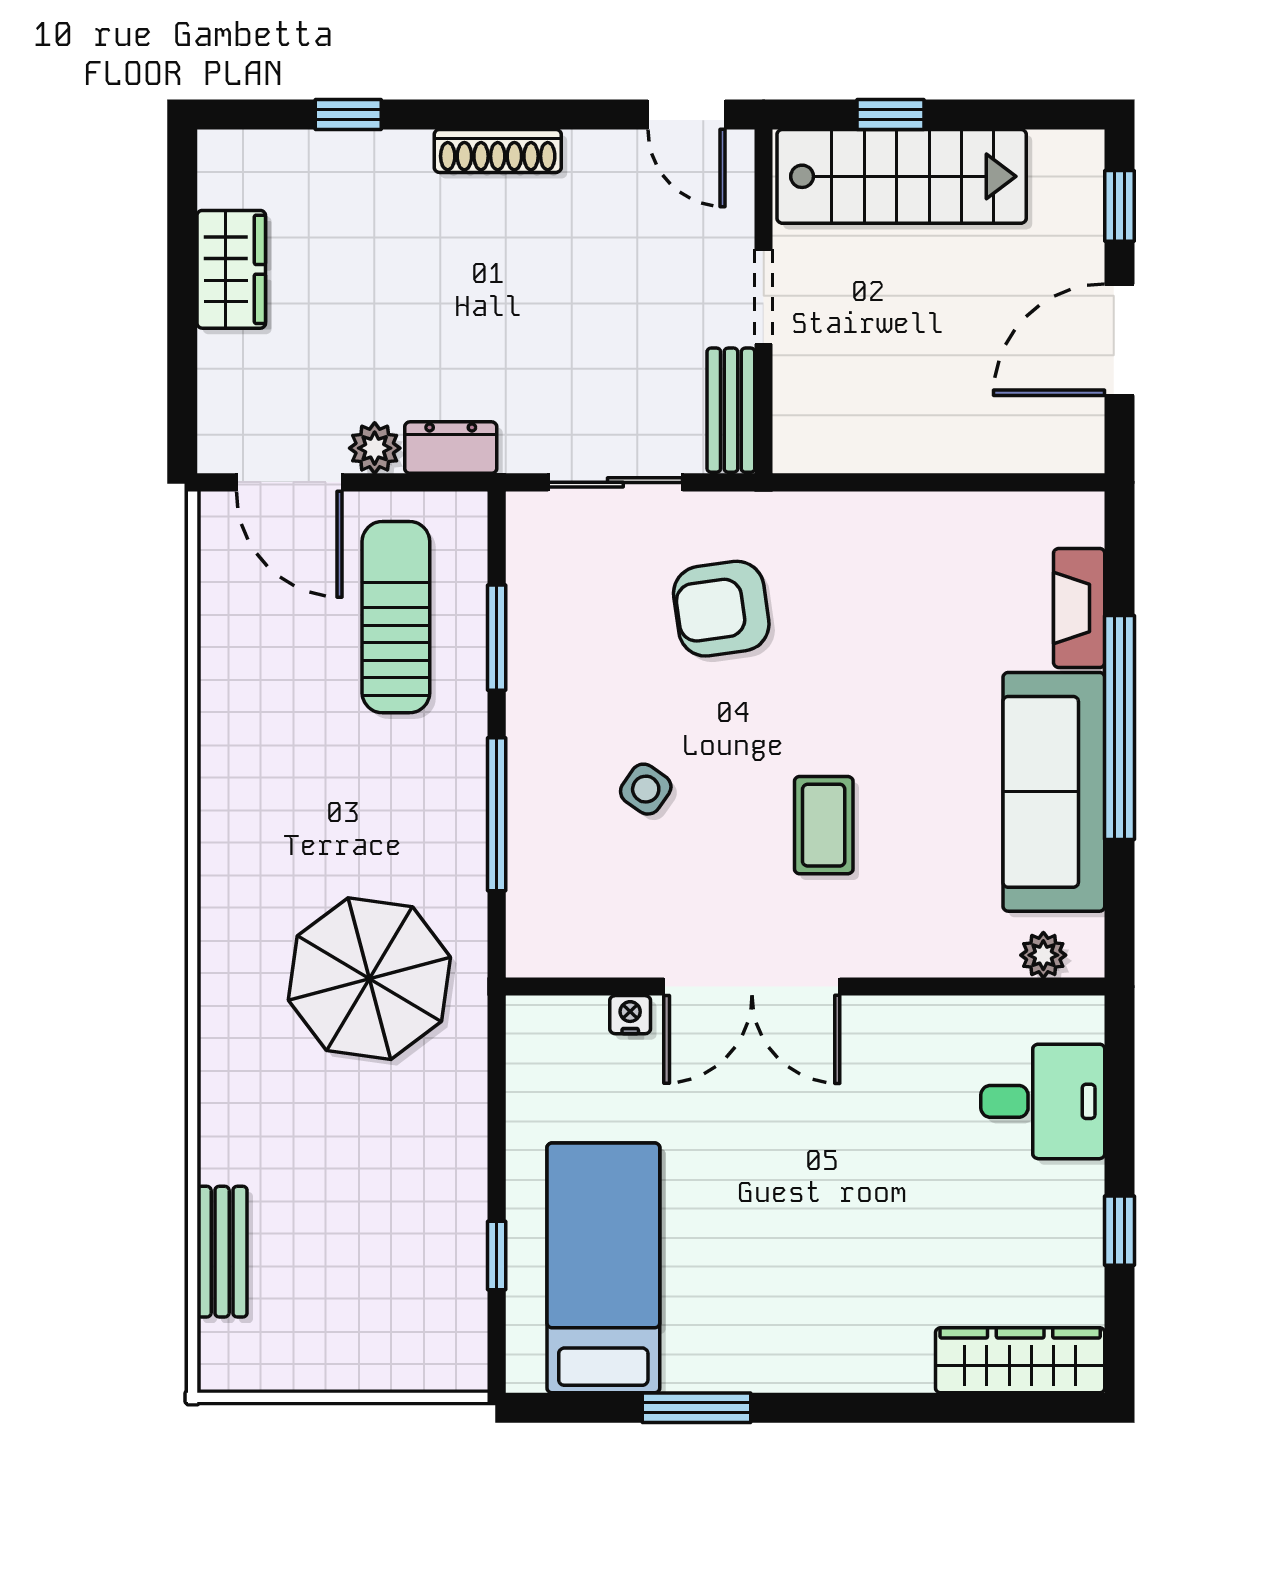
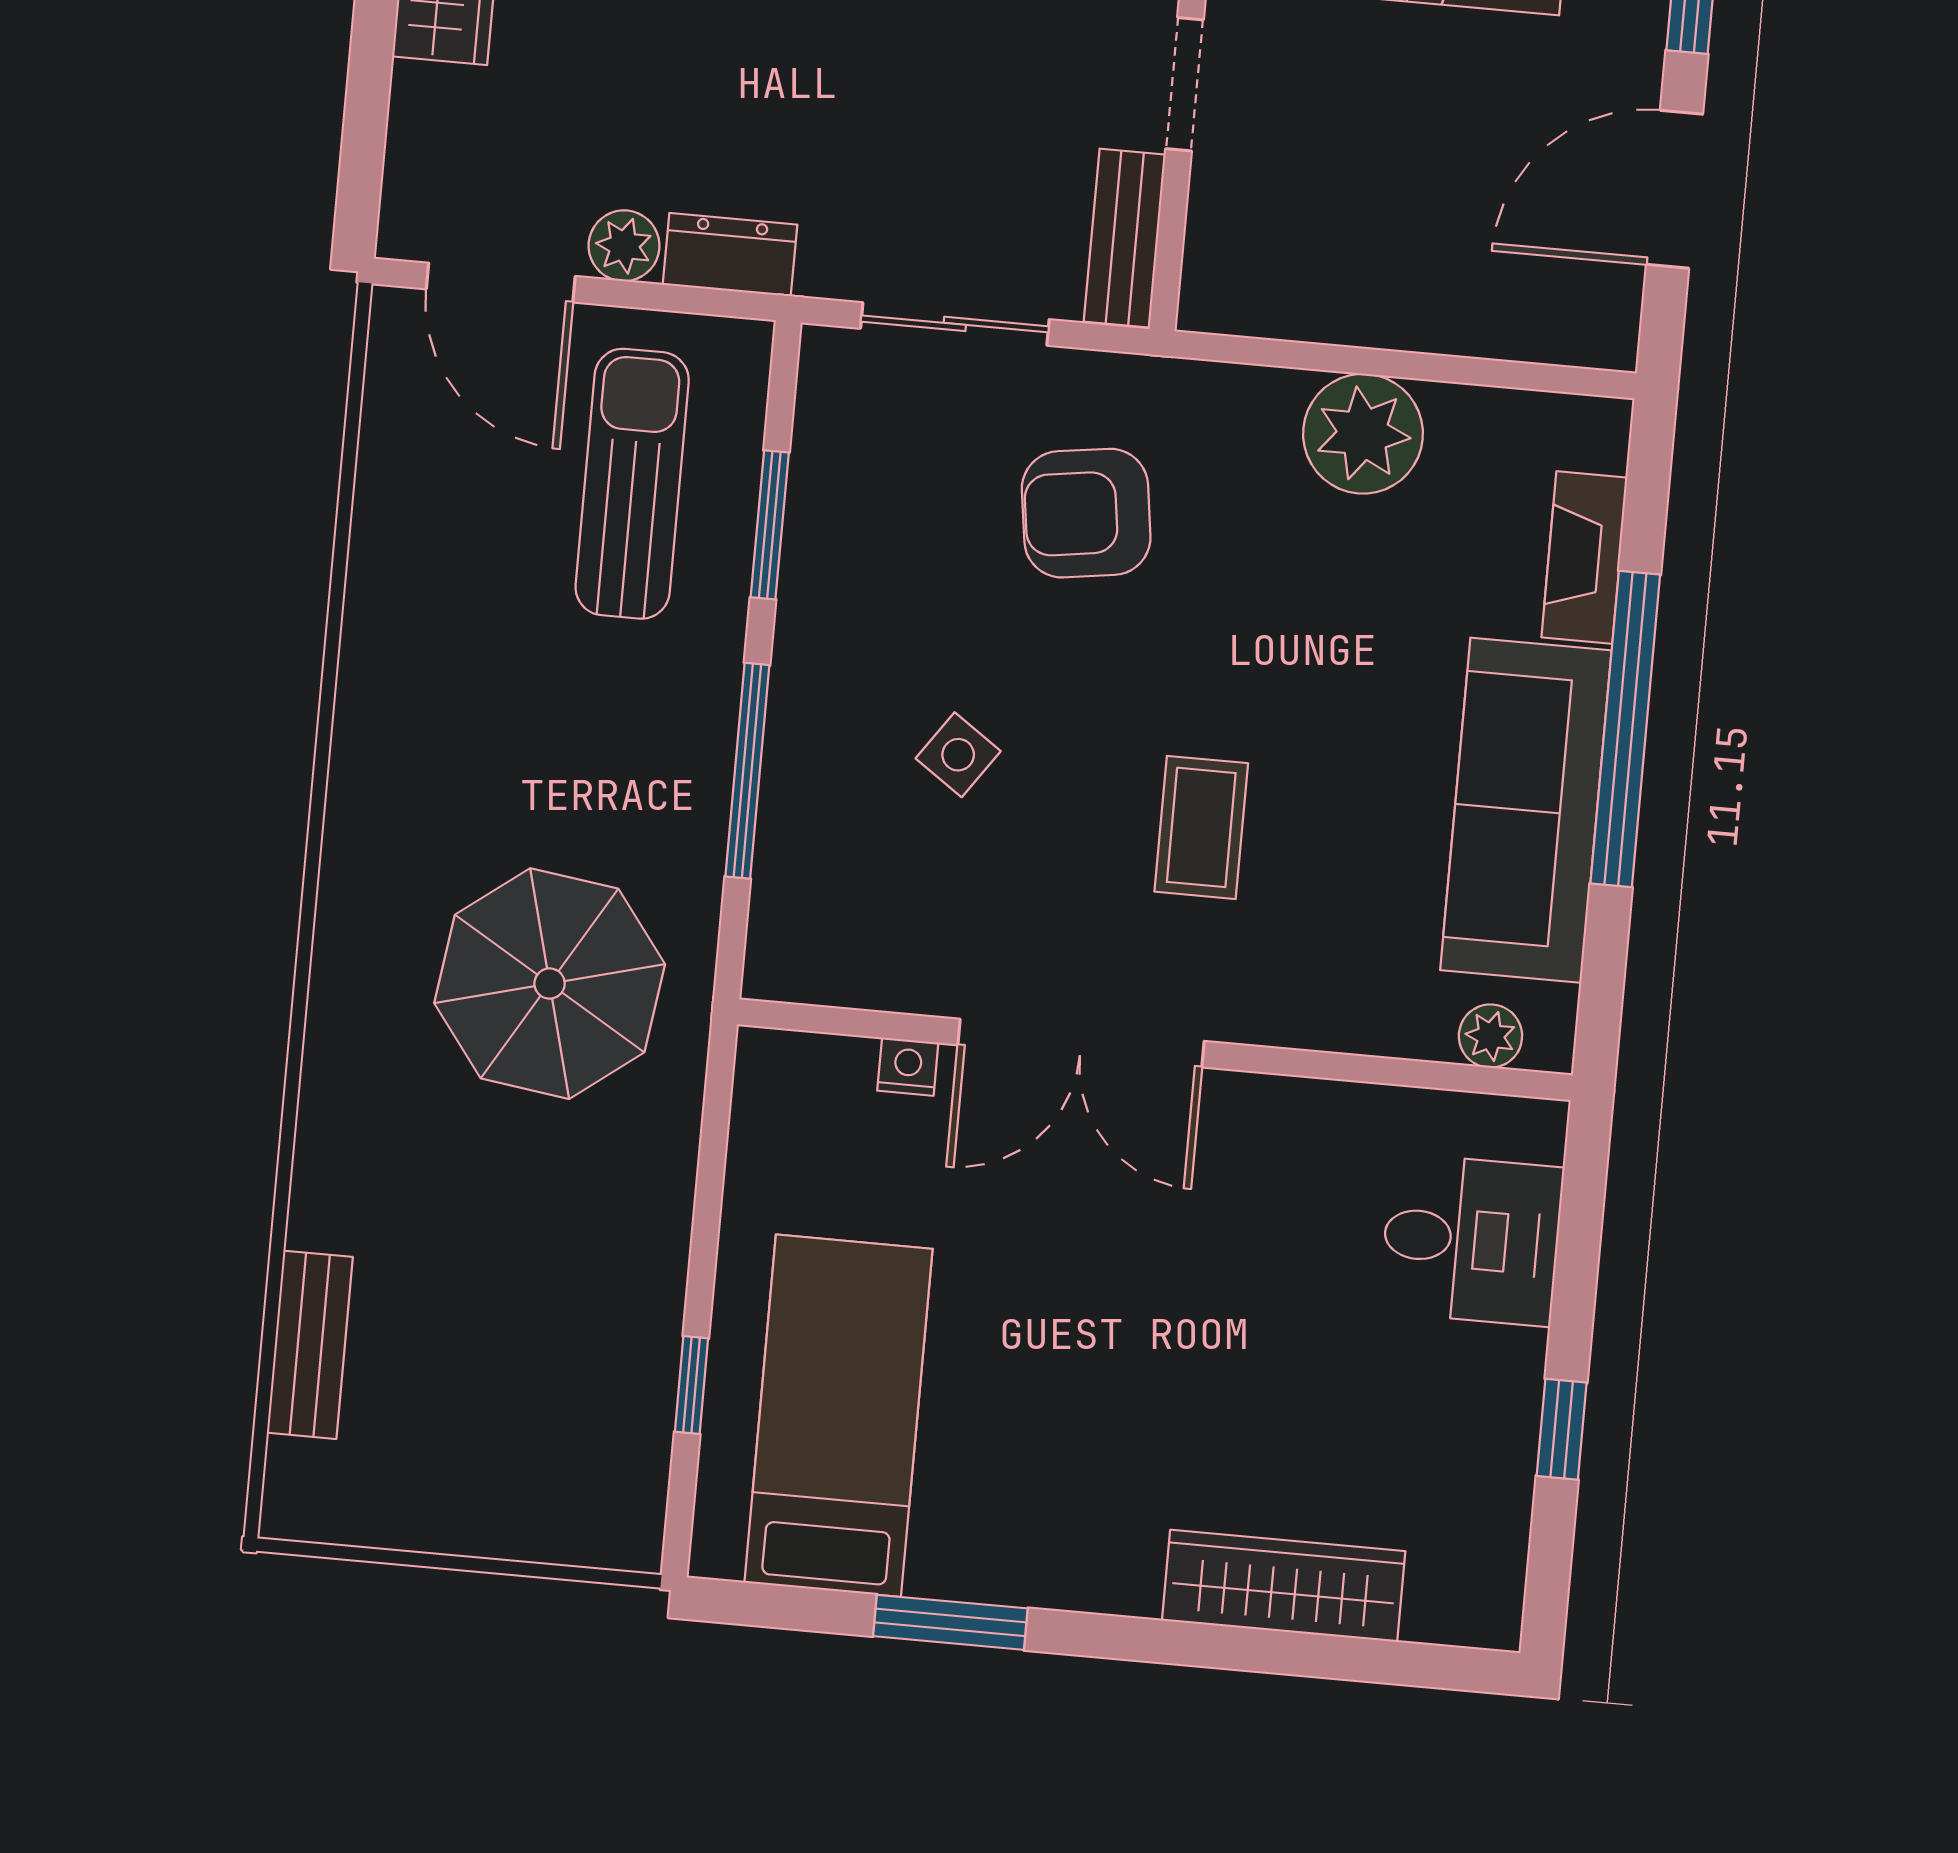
plant: (913, 534) -> (1363, 434), added
wardrobe: (1020, 1360) -> (1284, 1586), moved

